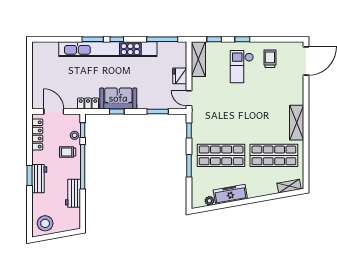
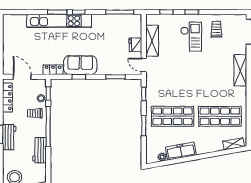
kitchen unit: (108, 49) -> (59, 21), width x0.73
shelving: (198, 59) -> (152, 41), moved
checkout: (242, 67) -> (191, 37), turned 180
shelving: (297, 123) -> (240, 70), moved

